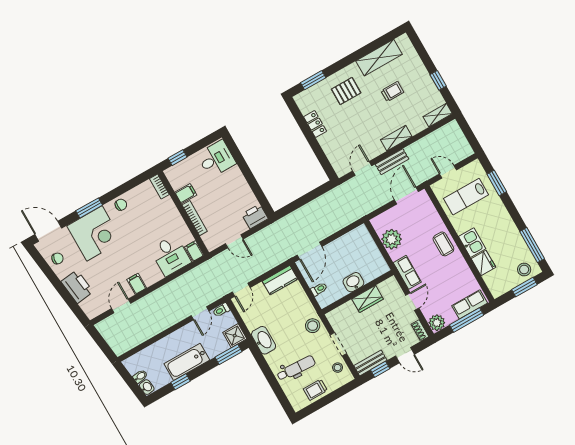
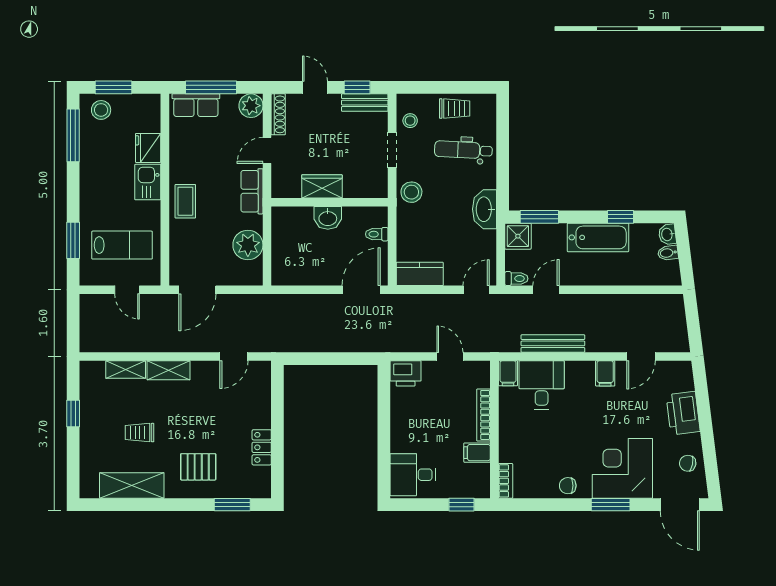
shelving: (438, 115) -> (126, 370), moved
bench: (392, 162) -> (553, 343), moved, width x1.36
shoe rack: (420, 330) -> (278, 114), width x1.43

